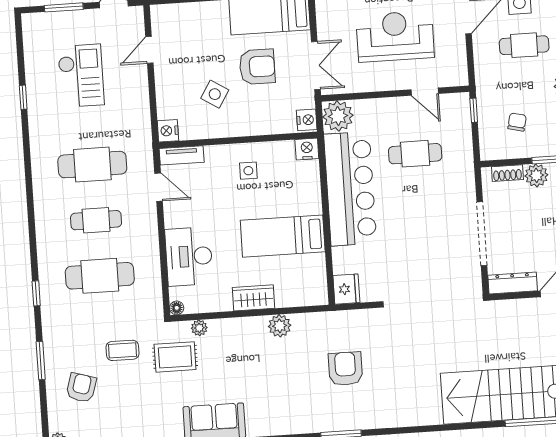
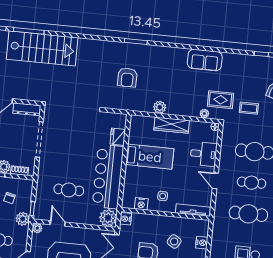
plant: (459, 77) -> (37, 228), added
plant: (488, 89) -> (23, 219), added
nightstand: (168, 131) -> (202, 243), moved
nightstand: (307, 149) -> (141, 204), moved
tv unit: (182, 155) -> (193, 210), width x1.41
door: (159, 187) -> (215, 181), moved
desk: (189, 256) -> (203, 154), width x0.73
fridge: (346, 289) -> (118, 137), moved
wardrobe: (253, 298) -> (172, 125), width x1.50

